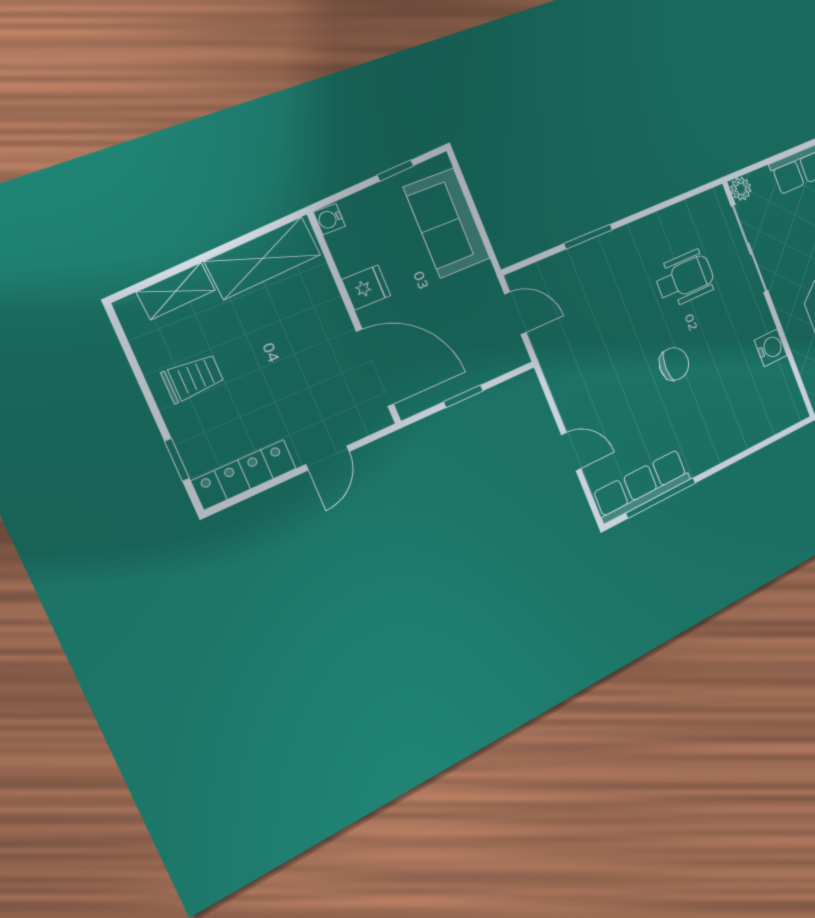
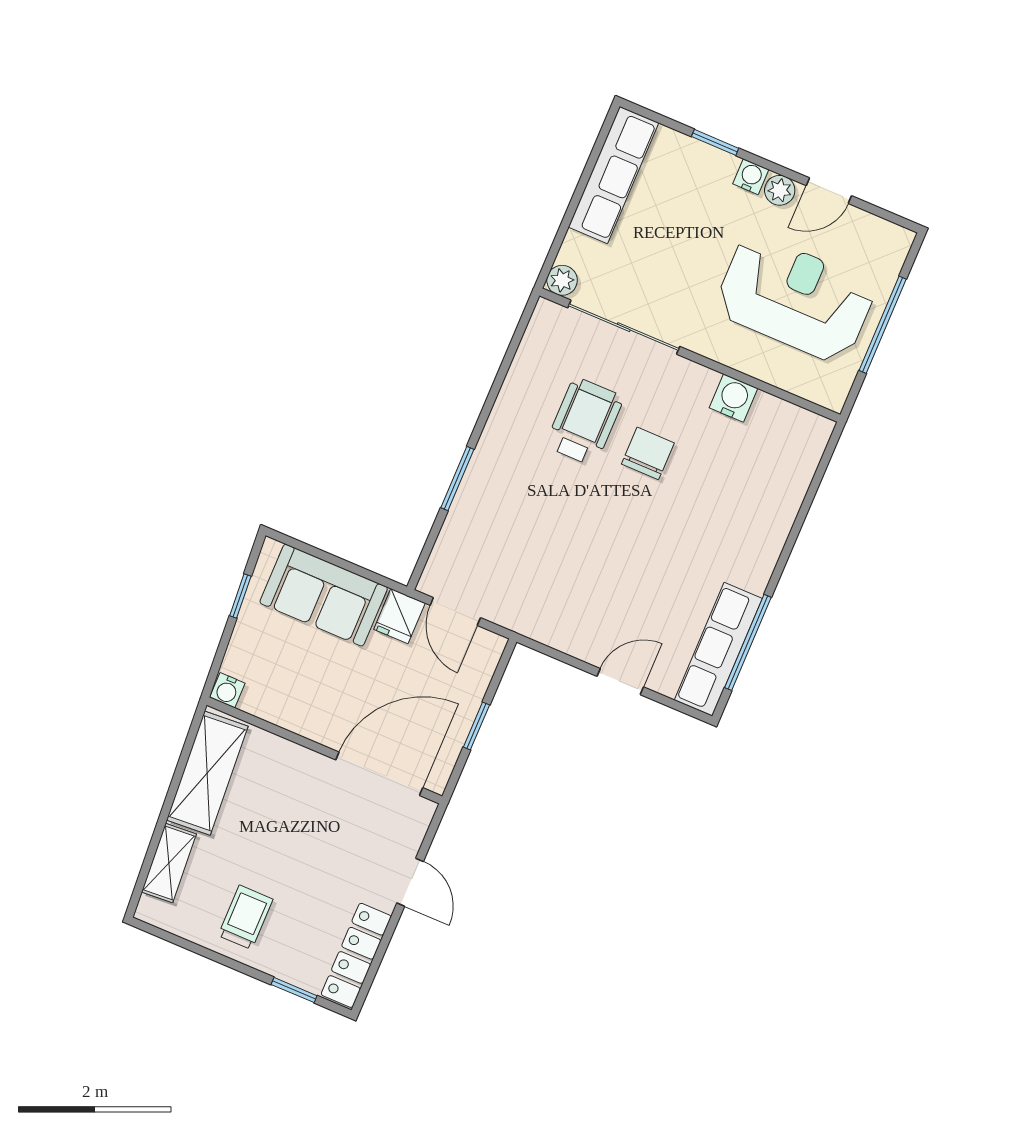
fridge: (366, 287) -> (399, 616), moved, turned 180
door: (515, 313) -> (455, 612), swing flipped
chair: (674, 364) -> (648, 453), moved

